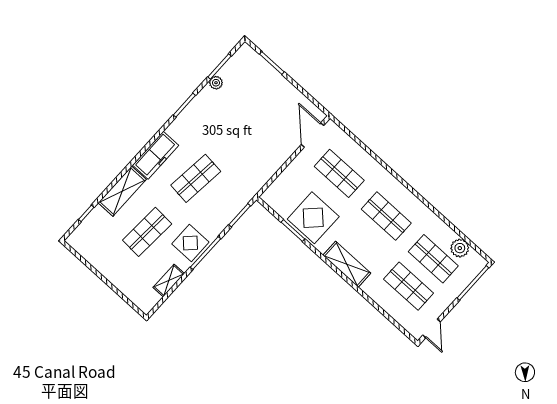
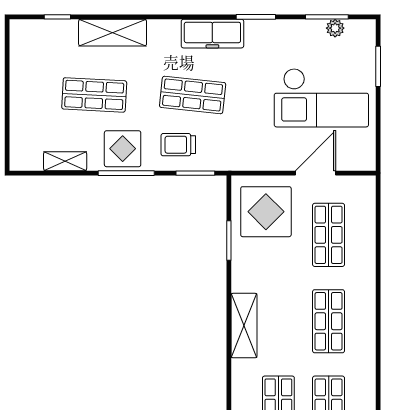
plant: (216, 83) -> (335, 28), moved
checkout: (261, 109) -> (321, 98), added
door: (312, 135) -> (316, 173), moved
freezer: (156, 155) -> (212, 34), moved
trolley: (216, 211) -> (178, 145), added
display table: (313, 218) -> (266, 212), moved

